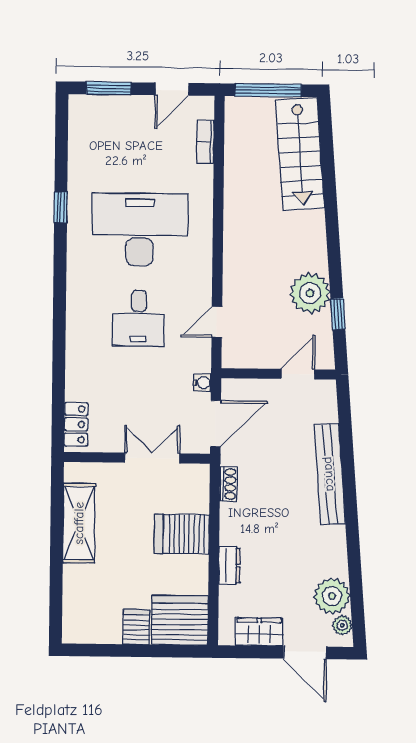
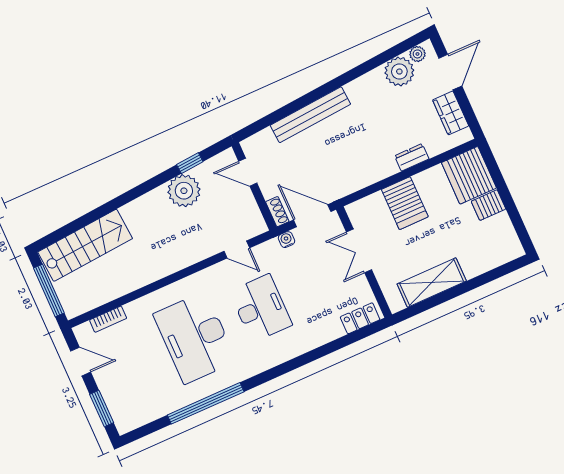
window: (61, 207) -> (206, 403), width x3.17
desk: (139, 318) -> (261, 308), width x1.37
shoe rack: (228, 484) -> (277, 212), moved, turned 90

